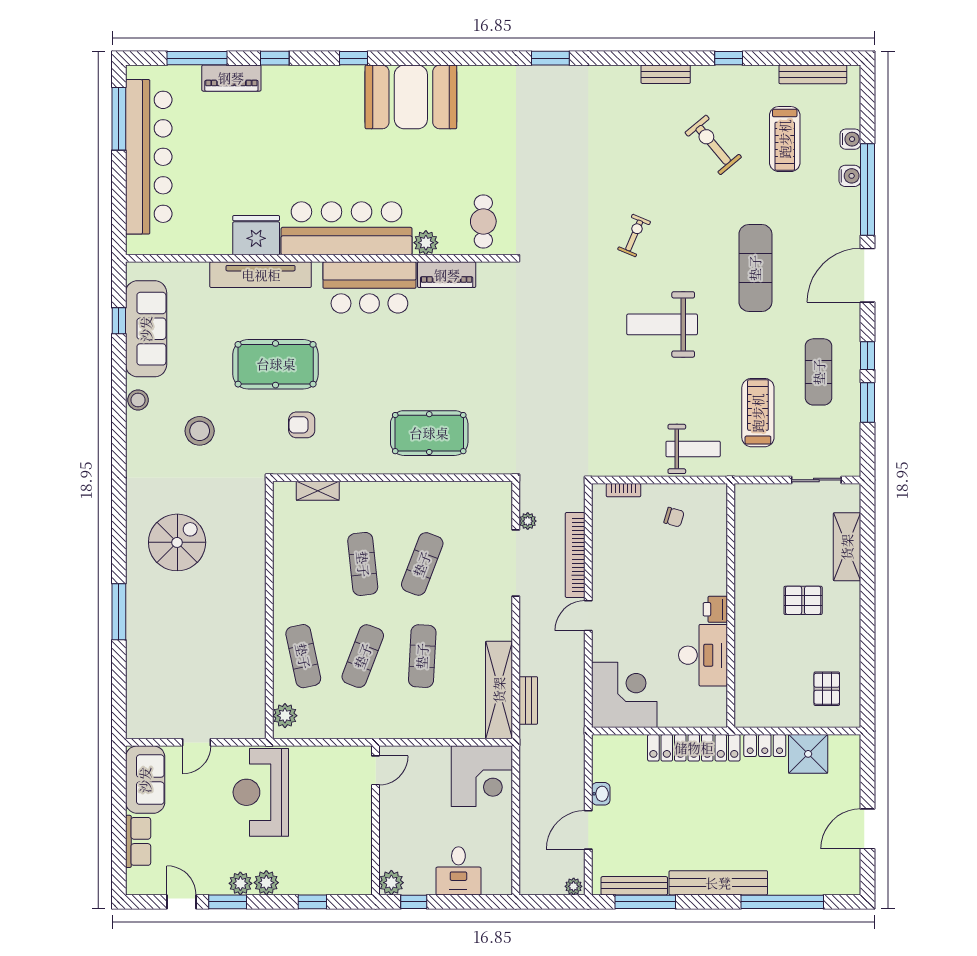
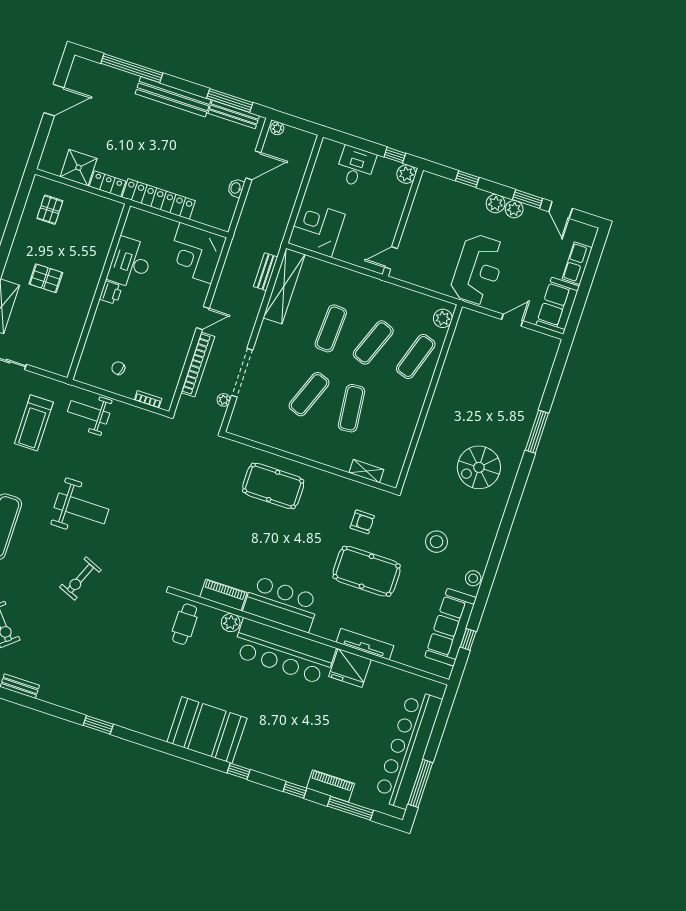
exercise bike: (634, 235) -> (80, 579), width x1.38, depth x1.39
tv unit: (261, 275) -> (365, 644), width x0.73, depth x0.78
exercise mat: (303, 656) -> (416, 357), turned 30

